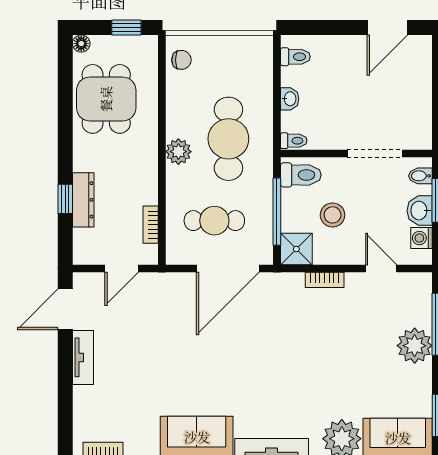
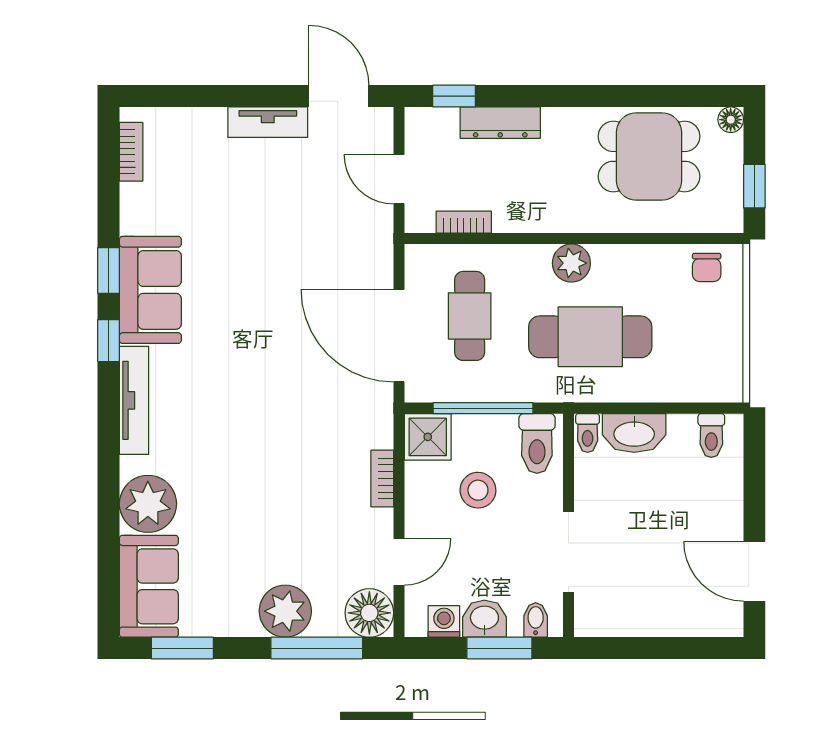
washbasin: (290, 99) -> (634, 433), width x1.91, depth x1.45
window: (65, 199) -> (454, 96), moved
floor lamp: (416, 289) -> (369, 613), added

